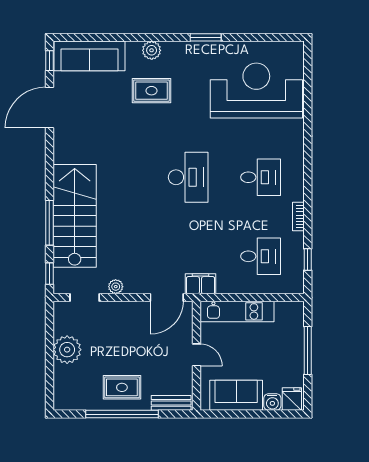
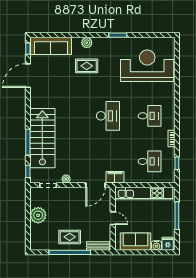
kitchen unit: (237, 311) -> (144, 193), width x1.36

